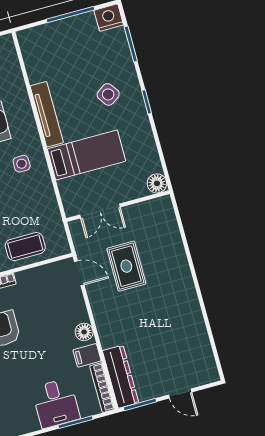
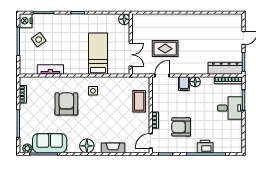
side table: (108, 94) -> (39, 40), moved
tv unit: (47, 114) -> (50, 70), moved, width x0.71
filing cabinet: (87, 355) -> (184, 84), moved

